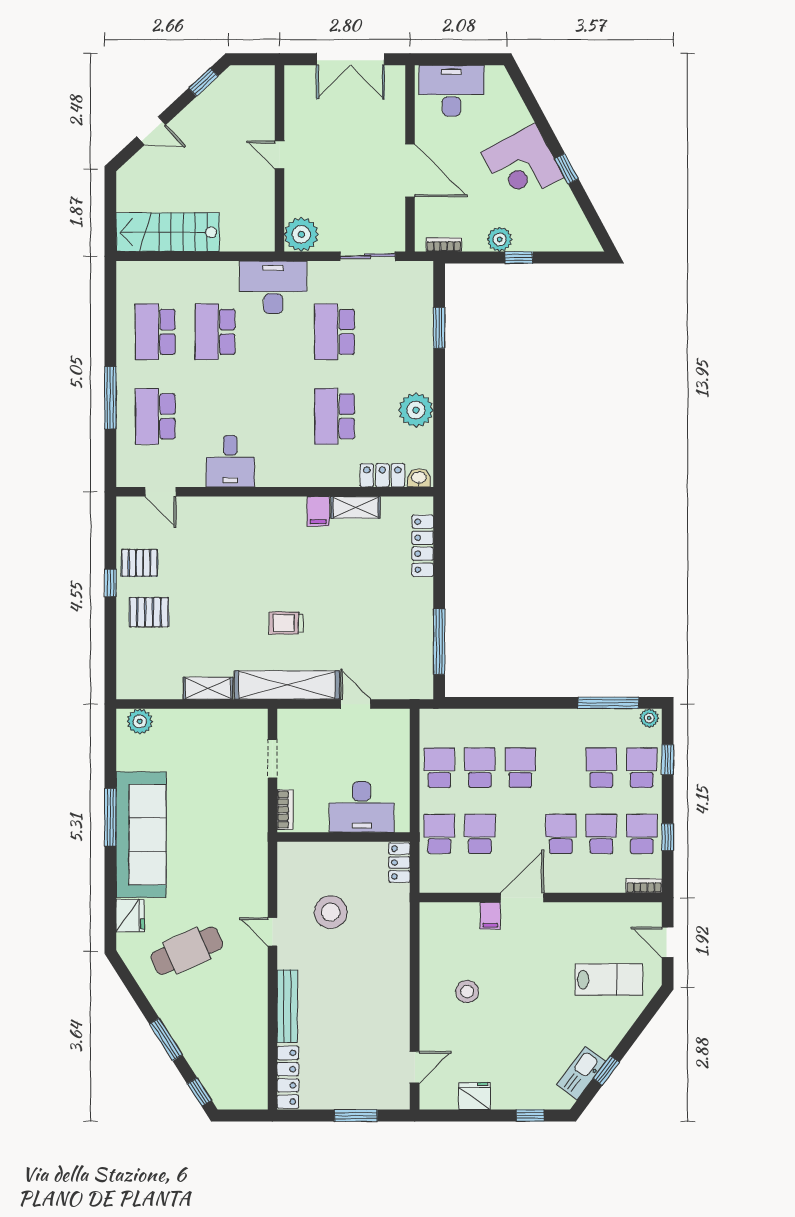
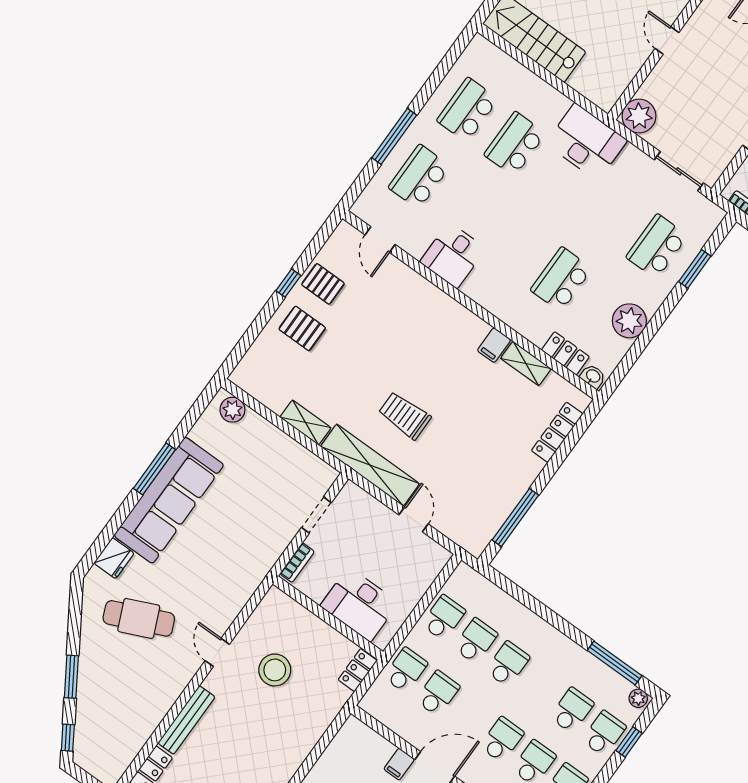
school desk: (334, 332) -> (657, 246), moved
trolley: (286, 623) -> (405, 415), width x1.36, depth x1.39

